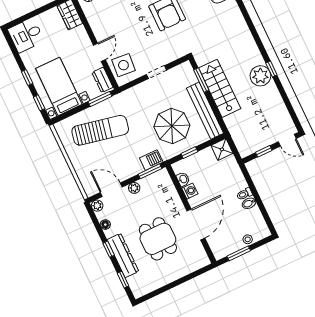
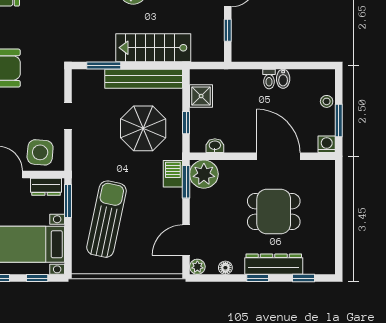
stairs: (220, 88) -> (153, 48), moved
shower: (222, 149) -> (201, 96), moved
plant: (134, 188) -> (204, 174), moved, width x1.88, depth x1.88
washing machine: (190, 191) -> (327, 144), moved

